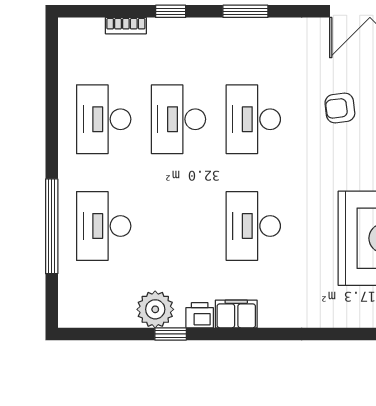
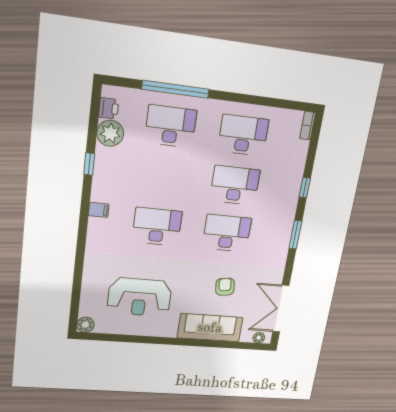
bookcase: (126, 26) -> (308, 126), moved
plant: (155, 309) -> (110, 133), moved
filing cabinet: (236, 314) -> (99, 210), width x0.50
printer: (200, 315) -> (109, 108), moved

